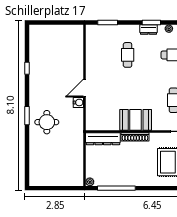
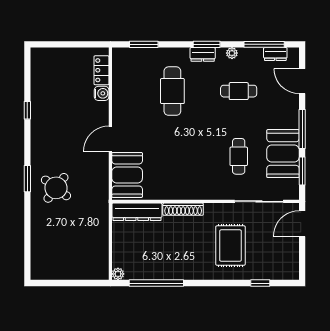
locker: (78, 41) -> (102, 70), added
cafe table: (128, 55) -> (172, 91), width x1.37, depth x1.35
water cooler: (78, 102) -> (102, 93), moved
booth: (136, 120) -> (127, 175), moved, turned 90
round table: (47, 122) -> (56, 188), turned 37

